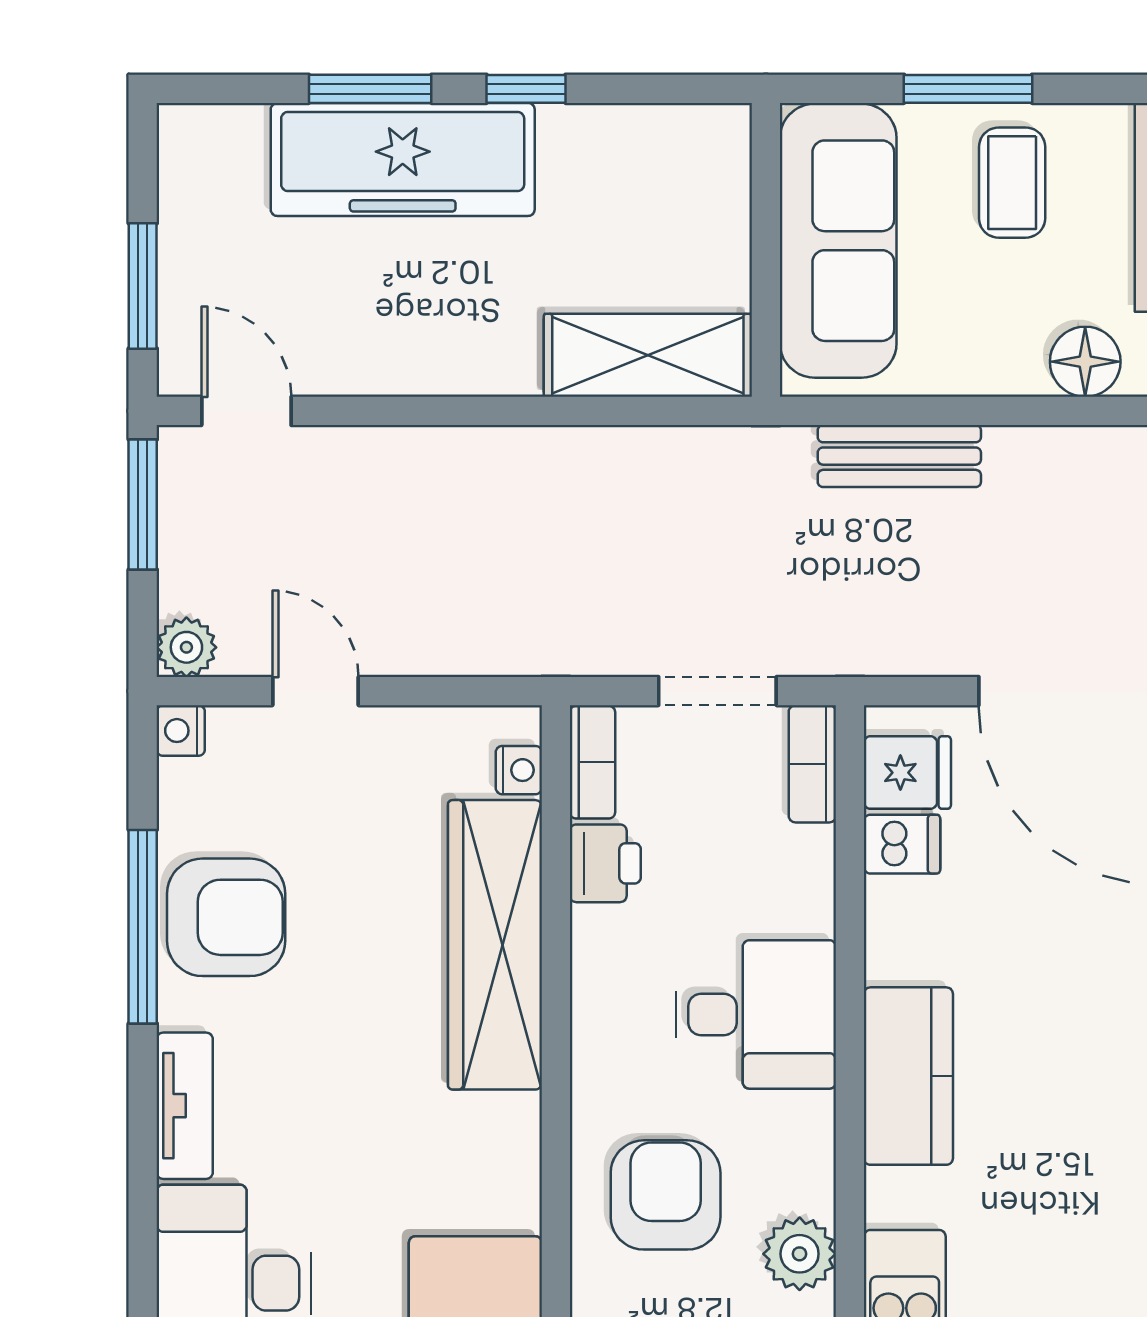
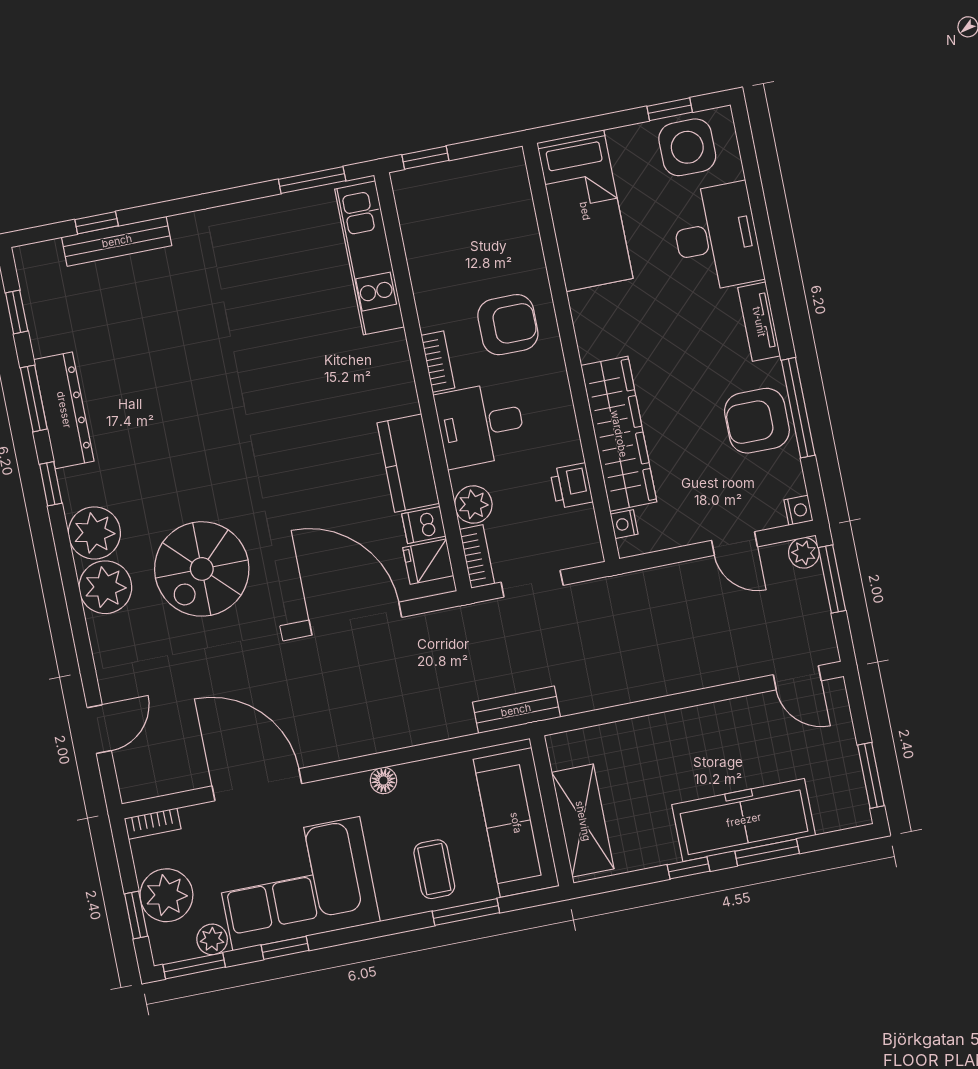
window: (143, 286) -> (871, 775), moved
shelving: (648, 355) -> (583, 821), moved, turned 90
floor lamp: (1085, 362) -> (383, 780), width x0.73, depth x0.73
bench: (899, 456) -> (516, 710), moved
window: (143, 504) -> (832, 579), moved
bookcase: (592, 762) -> (438, 362), moved, turned 180
kitchen counter: (908, 1076) -> (408, 463), moved
armchair: (666, 1195) -> (508, 325), turned -90
plant: (800, 1254) -> (473, 505), moved

